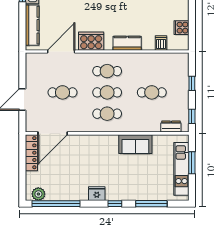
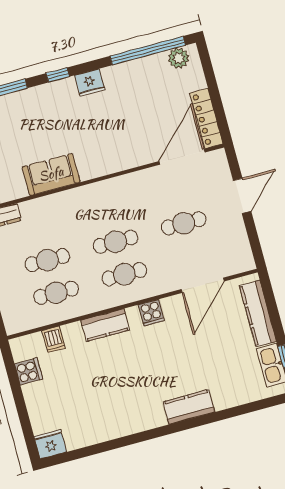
cooker: (91, 41) -> (151, 313), width x0.53, depth x0.76
cafe table: (107, 114) -> (56, 293), moved

